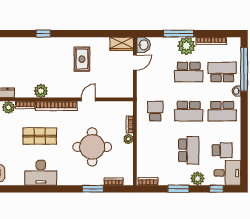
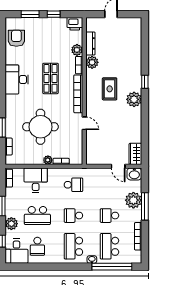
plant: (62, 45) -> (134, 99), added
plant: (186, 46) -> (133, 200), moved
rug: (82, 59) -> (110, 89), moved, turned 90
school desk: (189, 72) -> (109, 216), width x0.54
school desk: (222, 72) -> (109, 246), turned 180
plant: (41, 91) -> (92, 62), moved
school desk: (189, 111) -> (73, 216), width x0.54
desk: (150, 152) -> (36, 180), added

